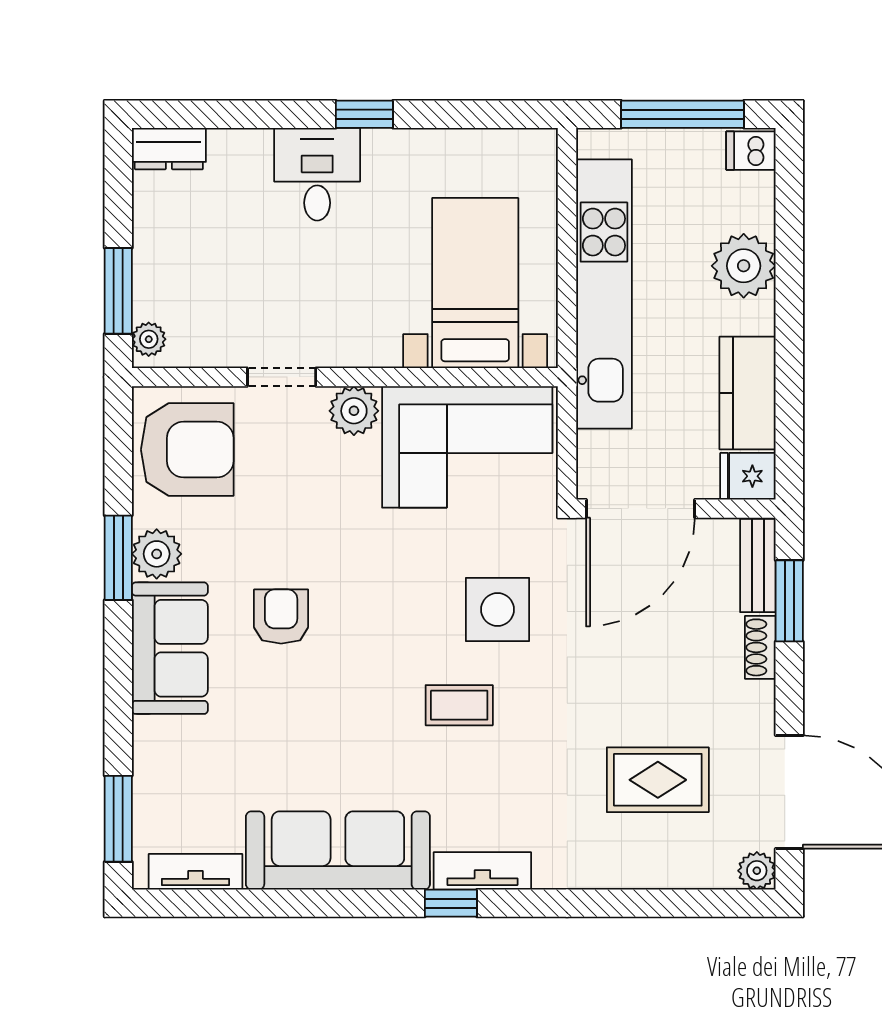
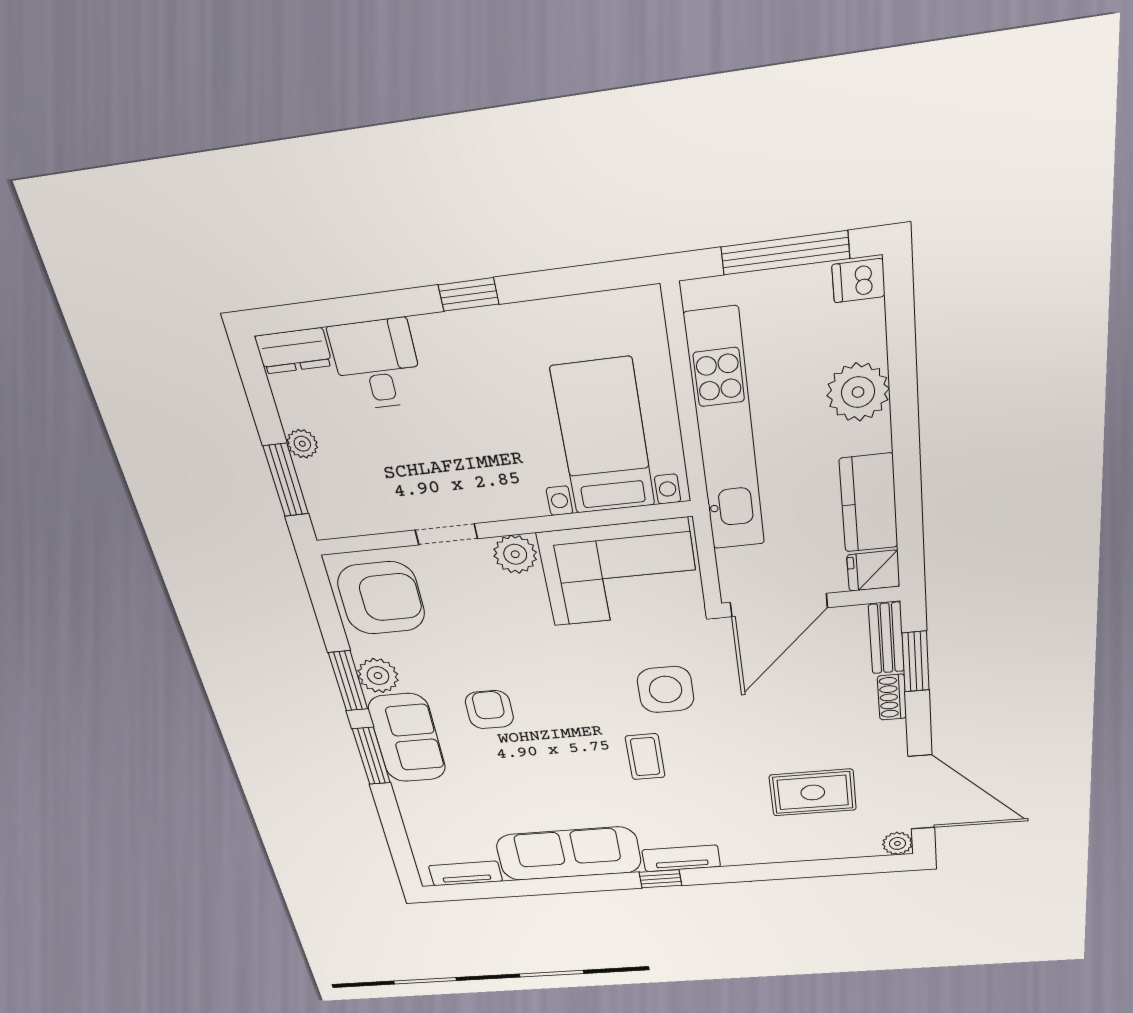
desk: (317, 174) -> (377, 365), moved
plant: (149, 339) -> (302, 444), moved
coffee table: (459, 705) -> (645, 757), turned 90
window: (118, 819) -> (371, 756), moved

